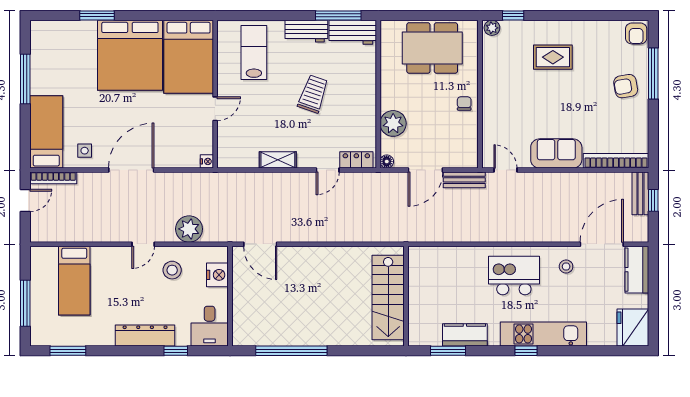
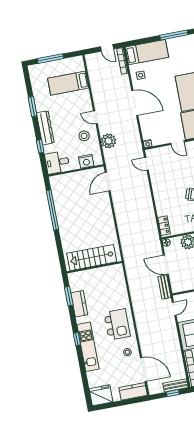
shelving: (278, 160) -> (156, 182), removed
door: (328, 170) -> (146, 164), moved
window: (68, 351) -> (33, 107), moved

